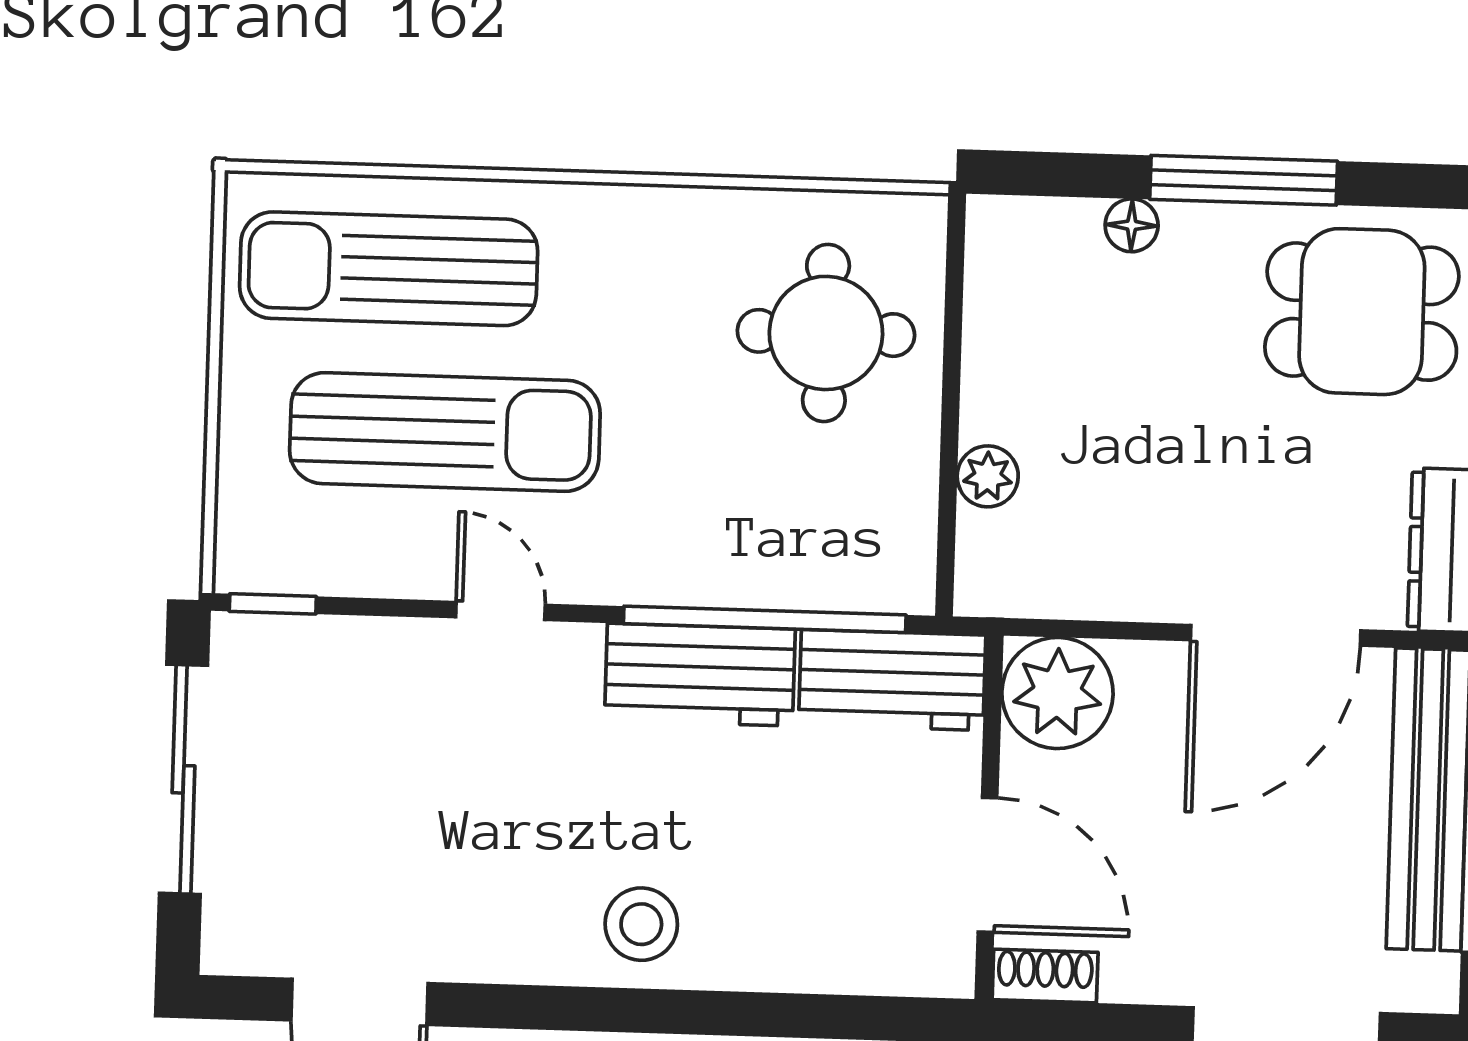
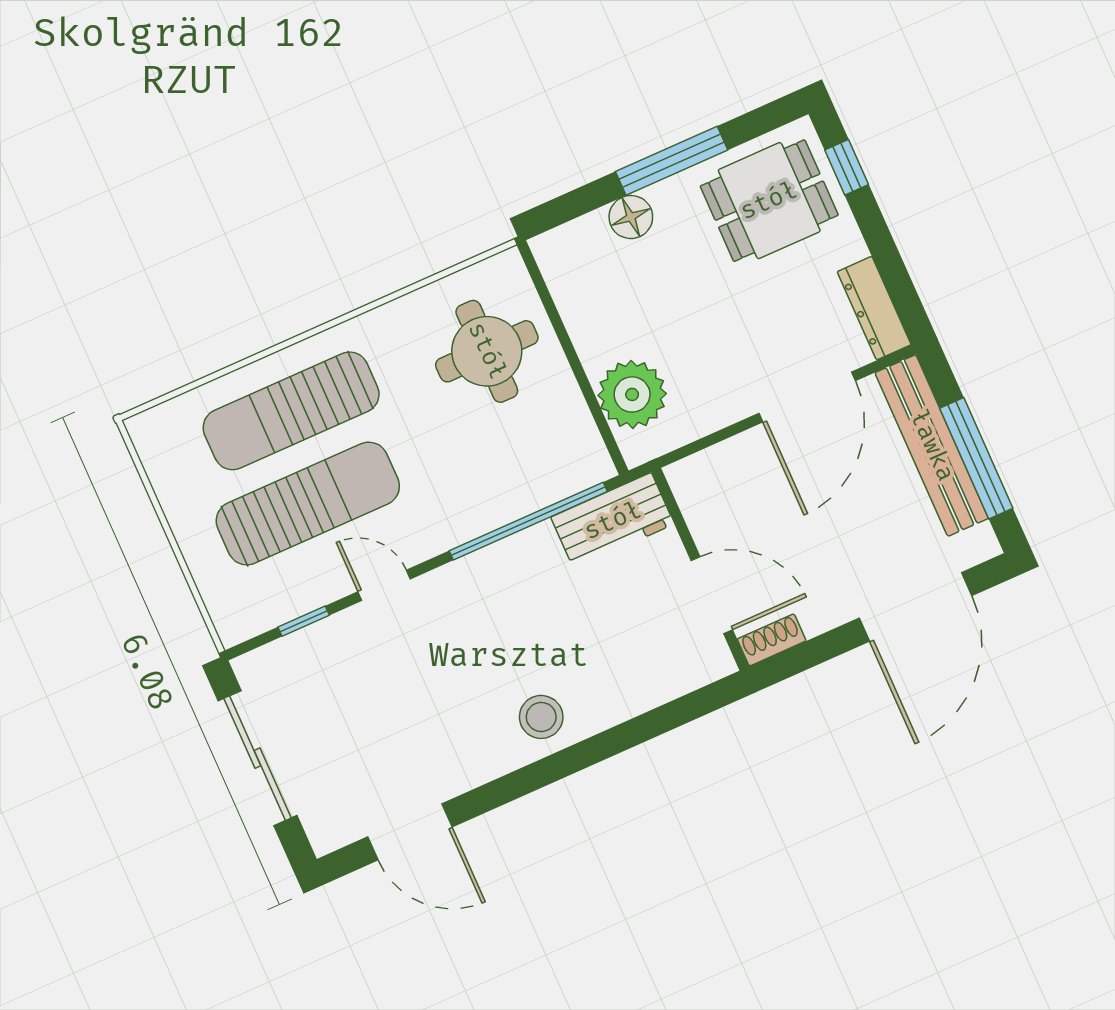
floor lamp: (1132, 225) -> (631, 217), width x1.37, depth x1.37
sun lounger: (389, 269) -> (291, 411), moved
plant: (988, 476) -> (632, 394), width x1.88, depth x1.88
window: (273, 604) -> (304, 621), moved
workbench: (700, 675) -> (508, 568), removed
plant: (1057, 693) -> (705, 485), removed

